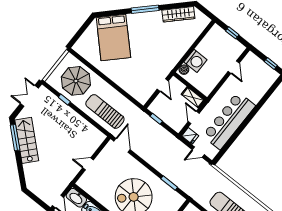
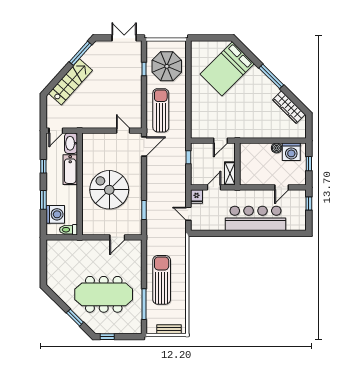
washing machine: (195, 61) -> (291, 152), moved
window: (271, 64) -> (309, 204), moved
boiler: (184, 70) -> (277, 148), moved
bar counter: (229, 121) -> (256, 218), moved
stairs: (27, 140) -> (70, 82), moved
door: (88, 164) -> (123, 131), moved

